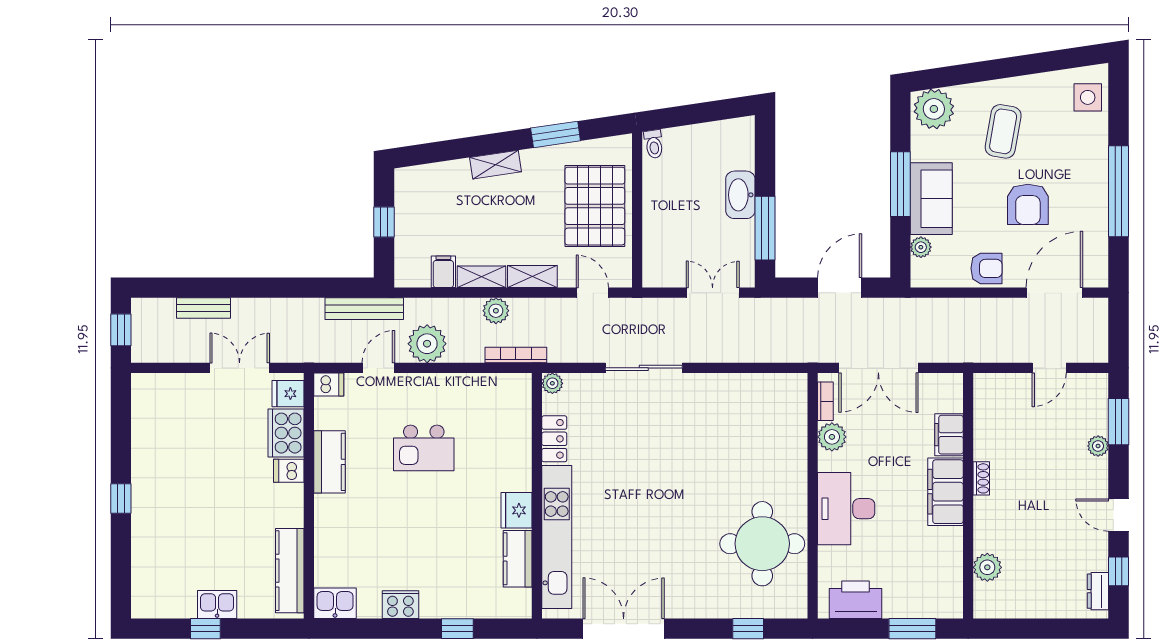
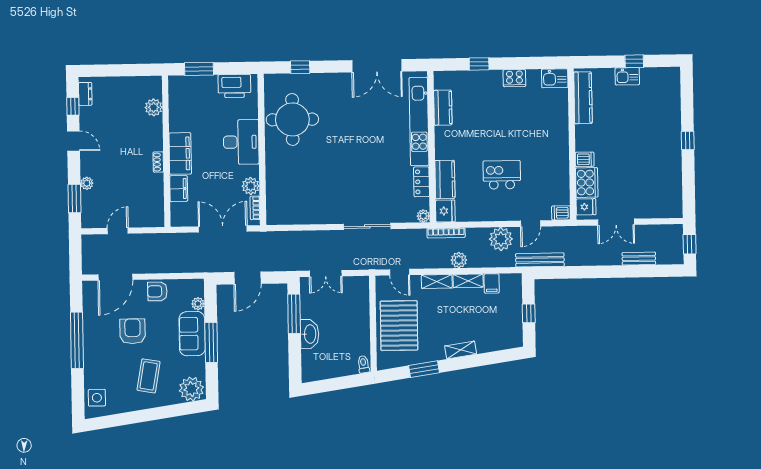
kitchen counter: (329, 462) -> (445, 179), moved, turned 180
fridge: (516, 510) -> (445, 211), moved

